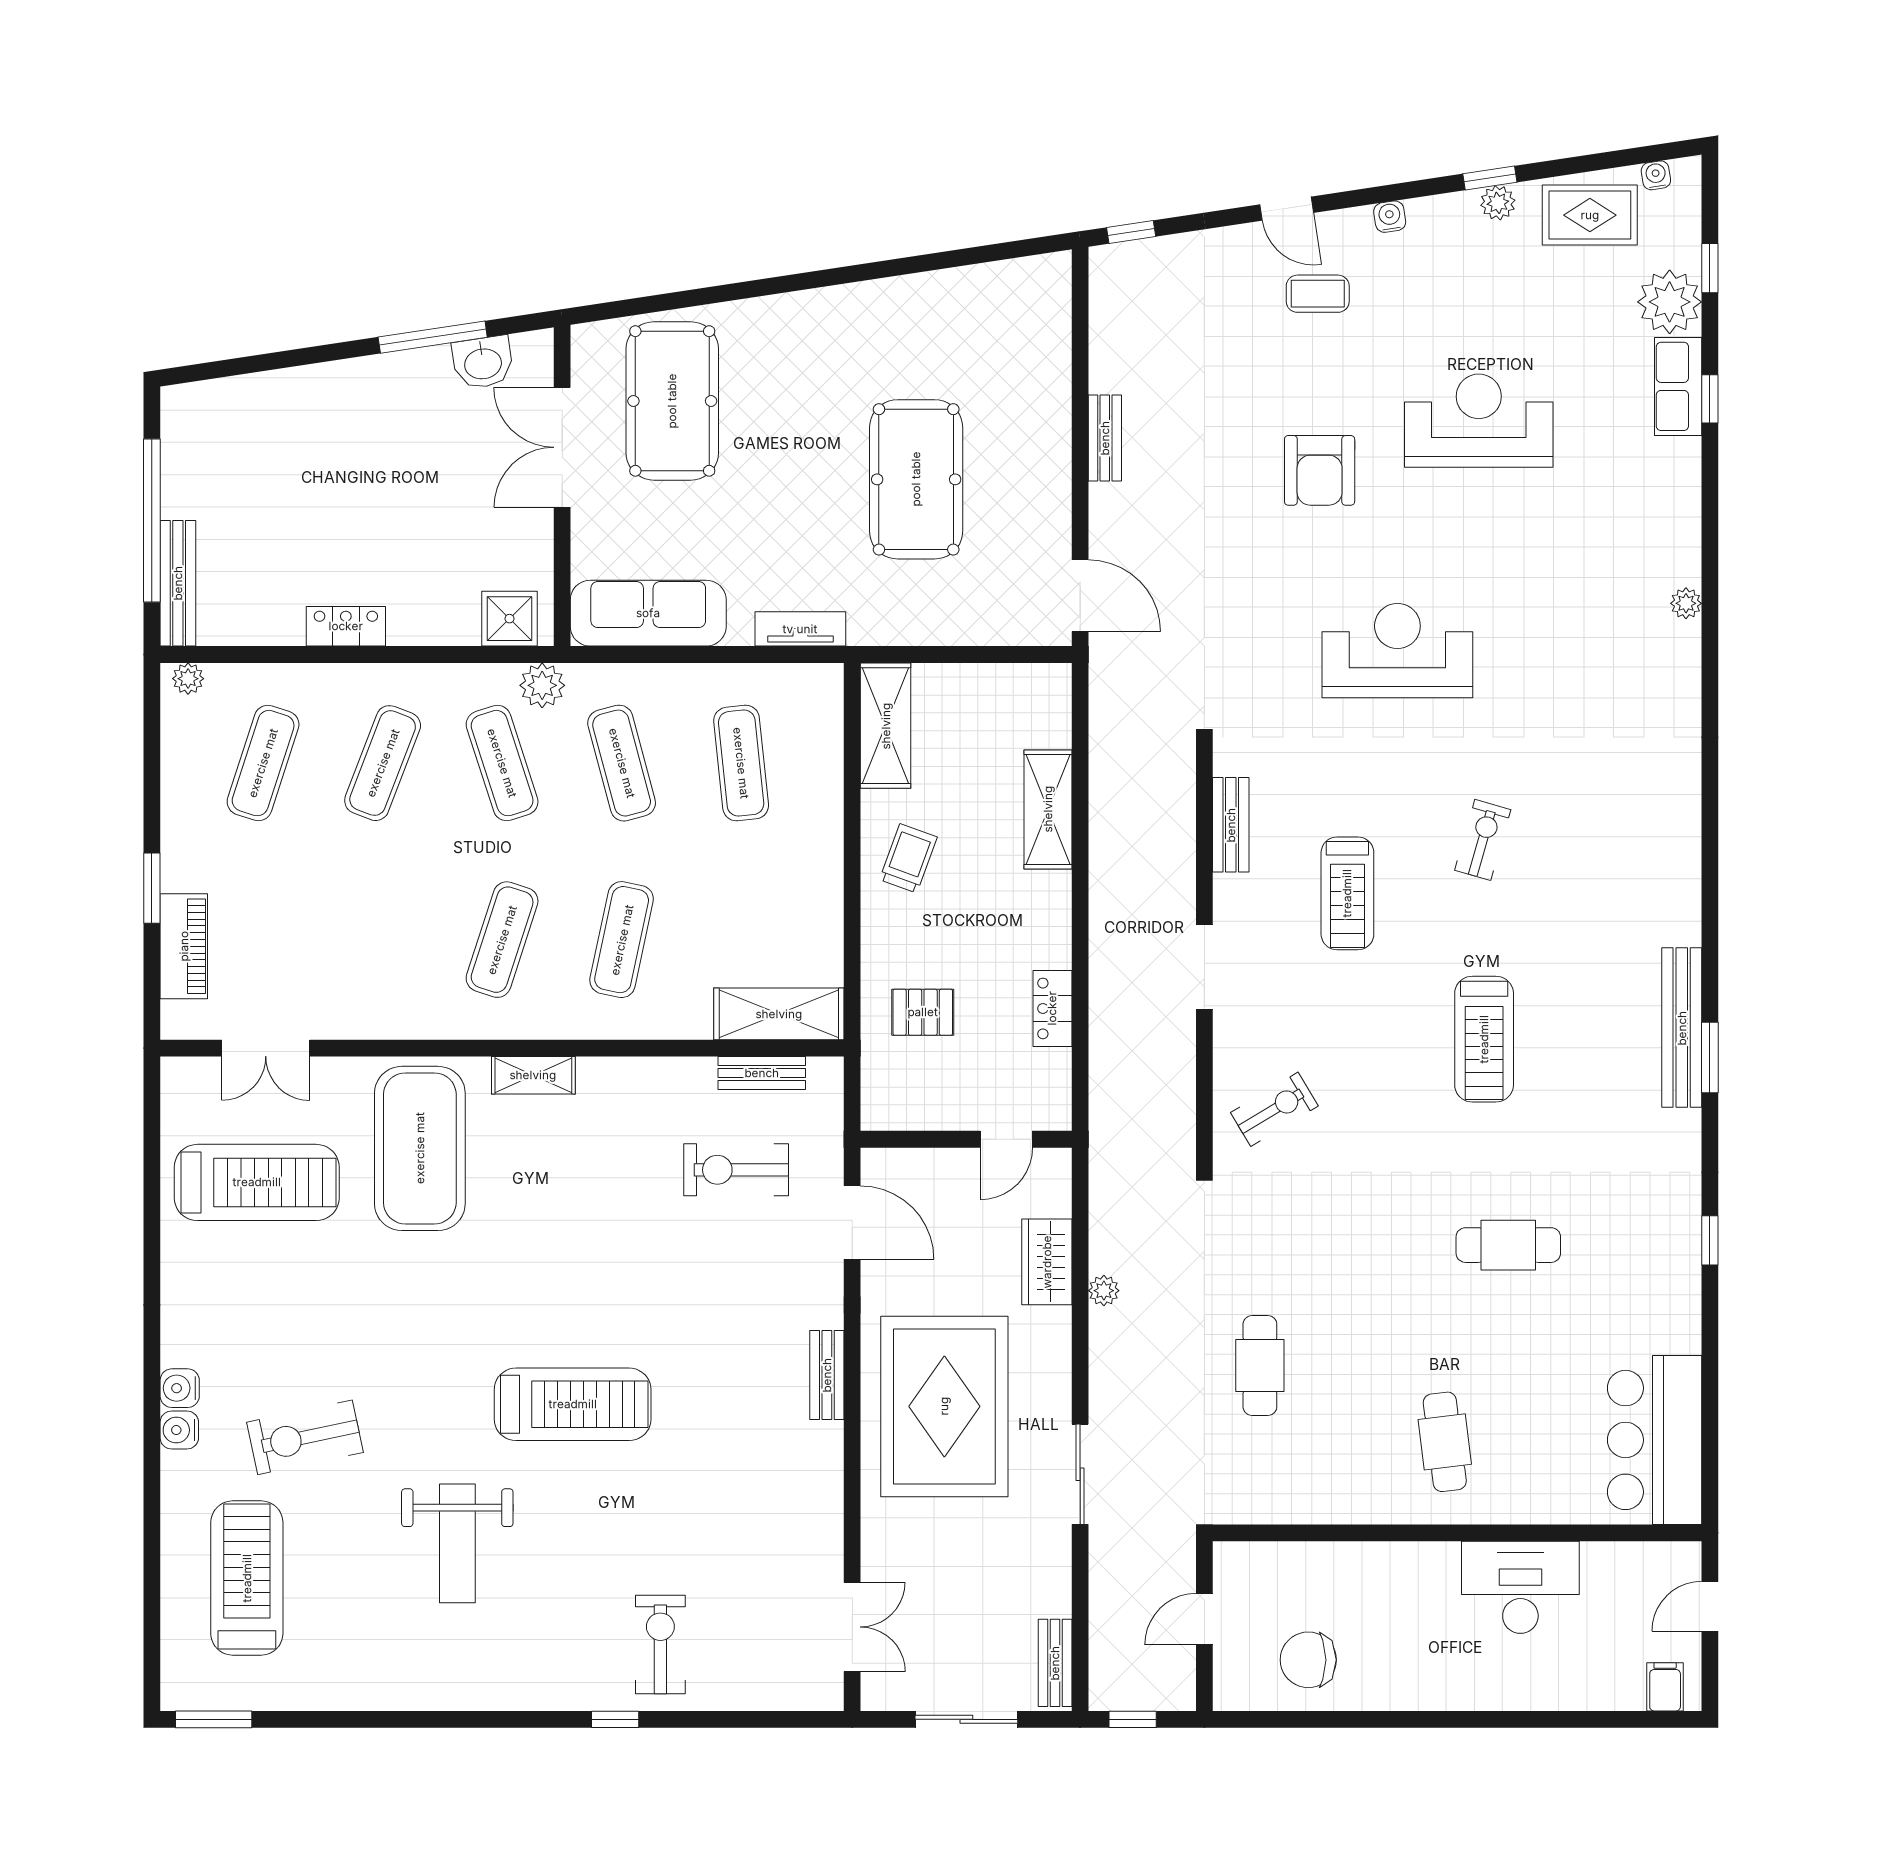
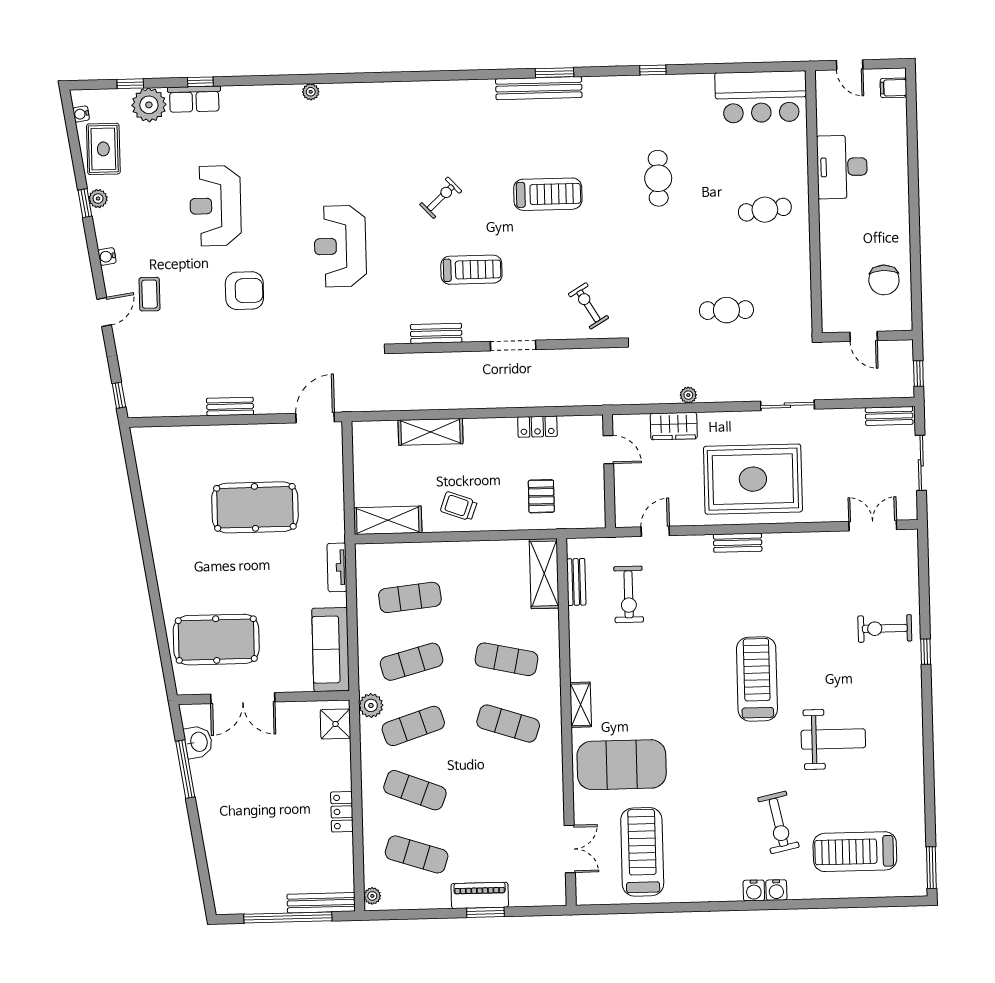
exercise bike: (1483, 840) -> (441, 198), turned 121
piano: (184, 946) -> (480, 895), moved
door: (852, 1222) -> (655, 531), width x0.73

